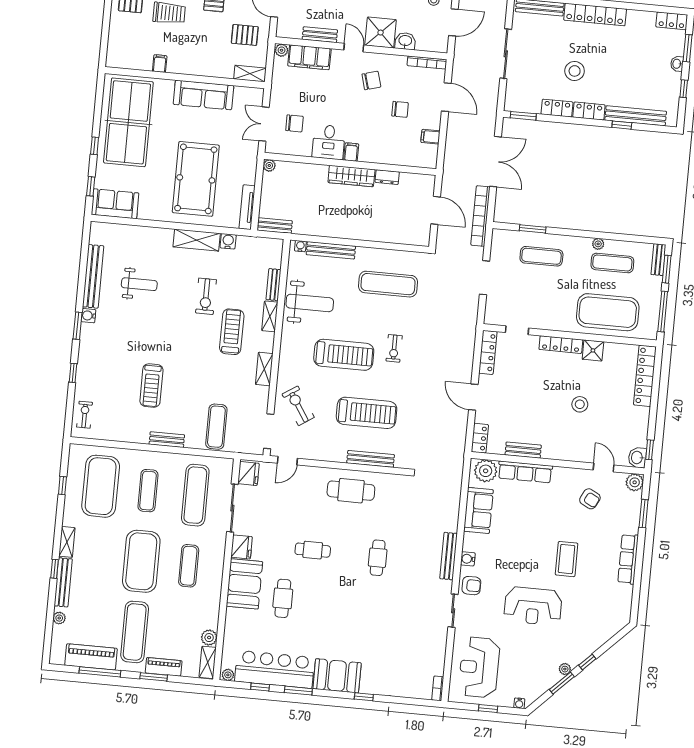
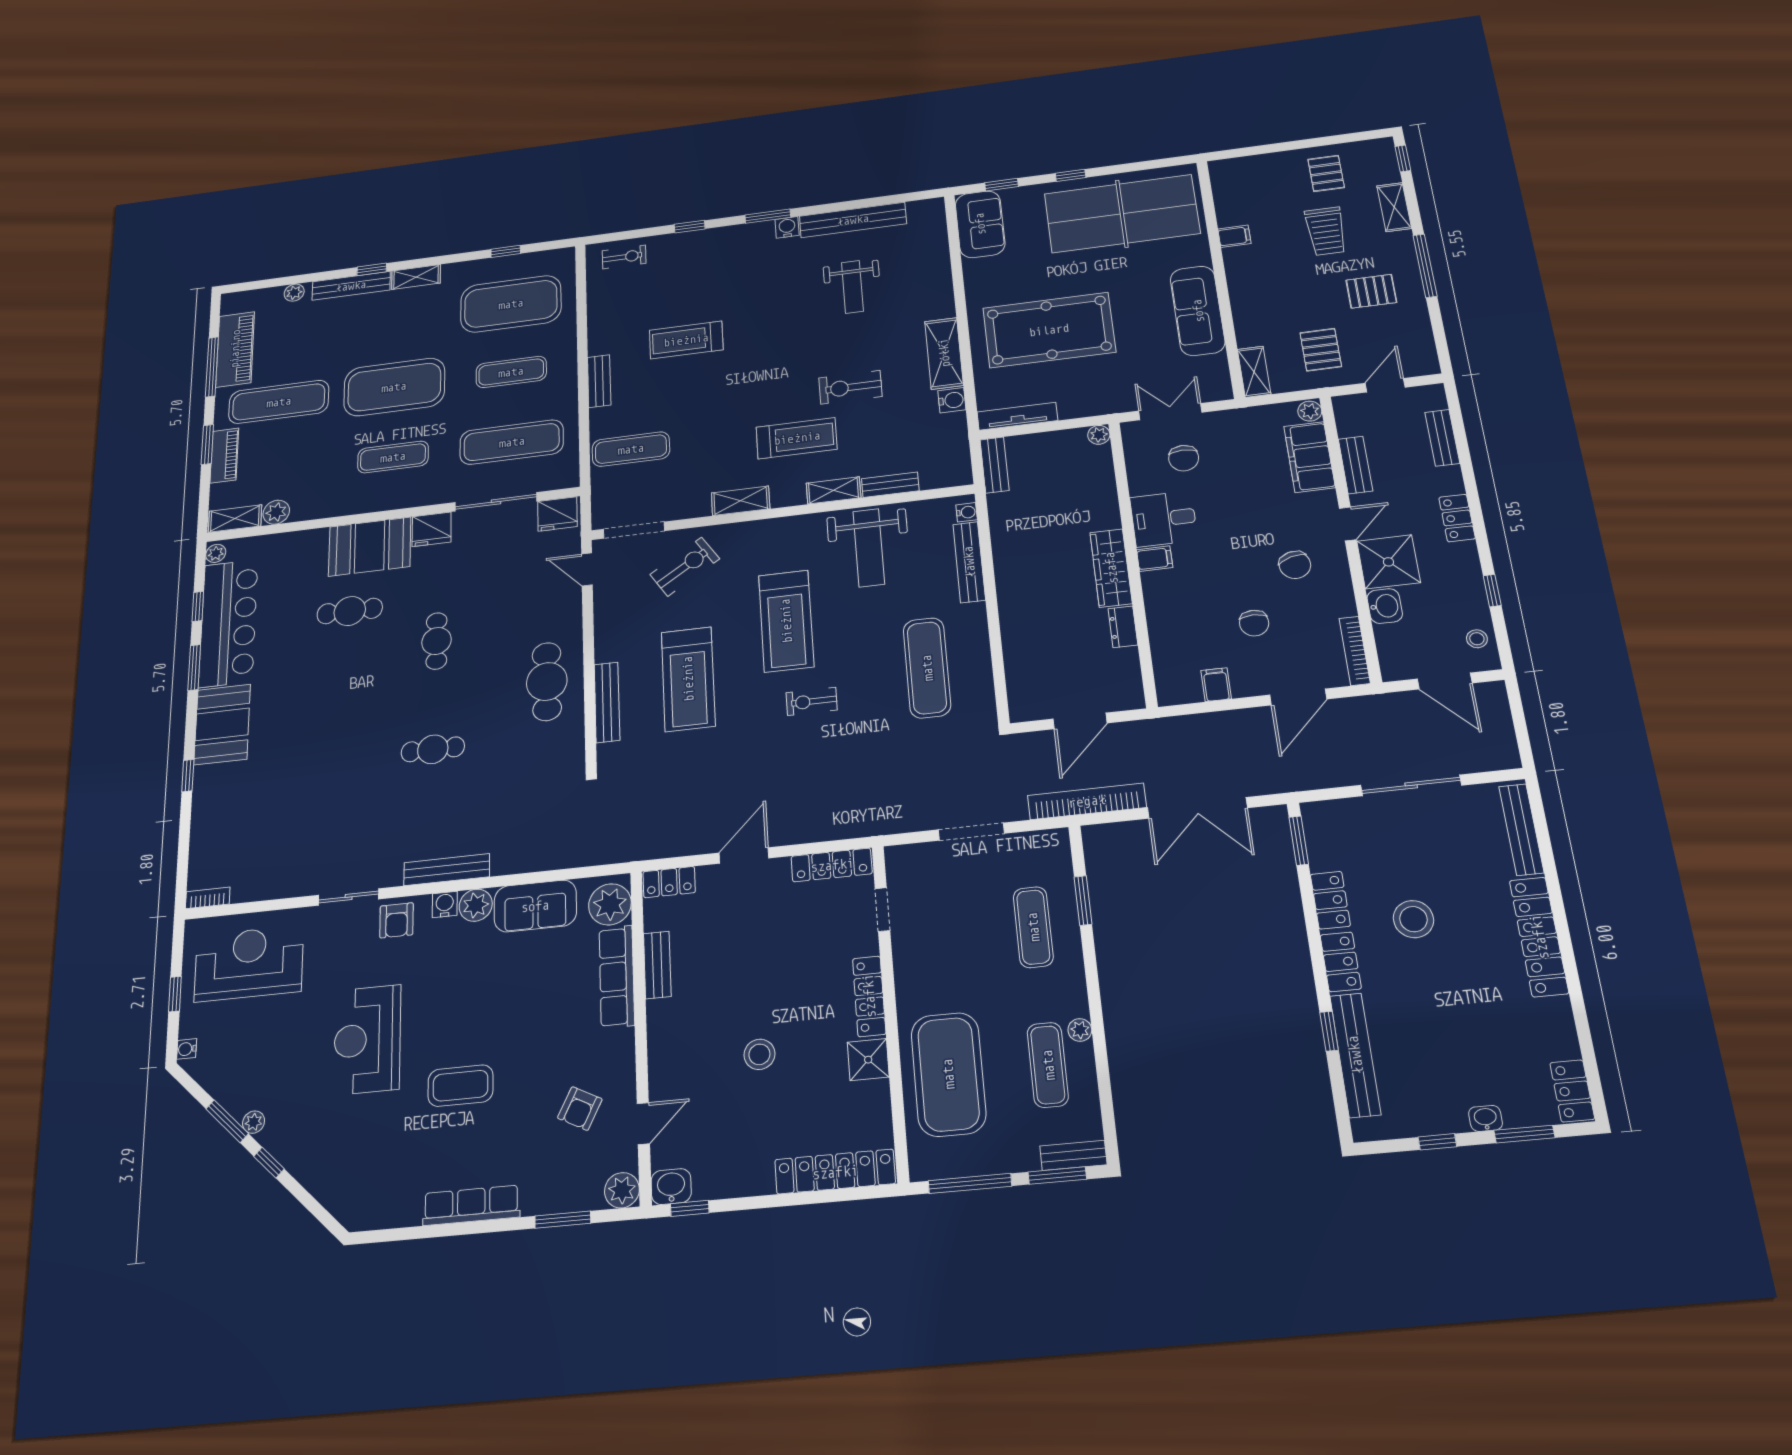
plant: (472, 542) -> (476, 905), added

